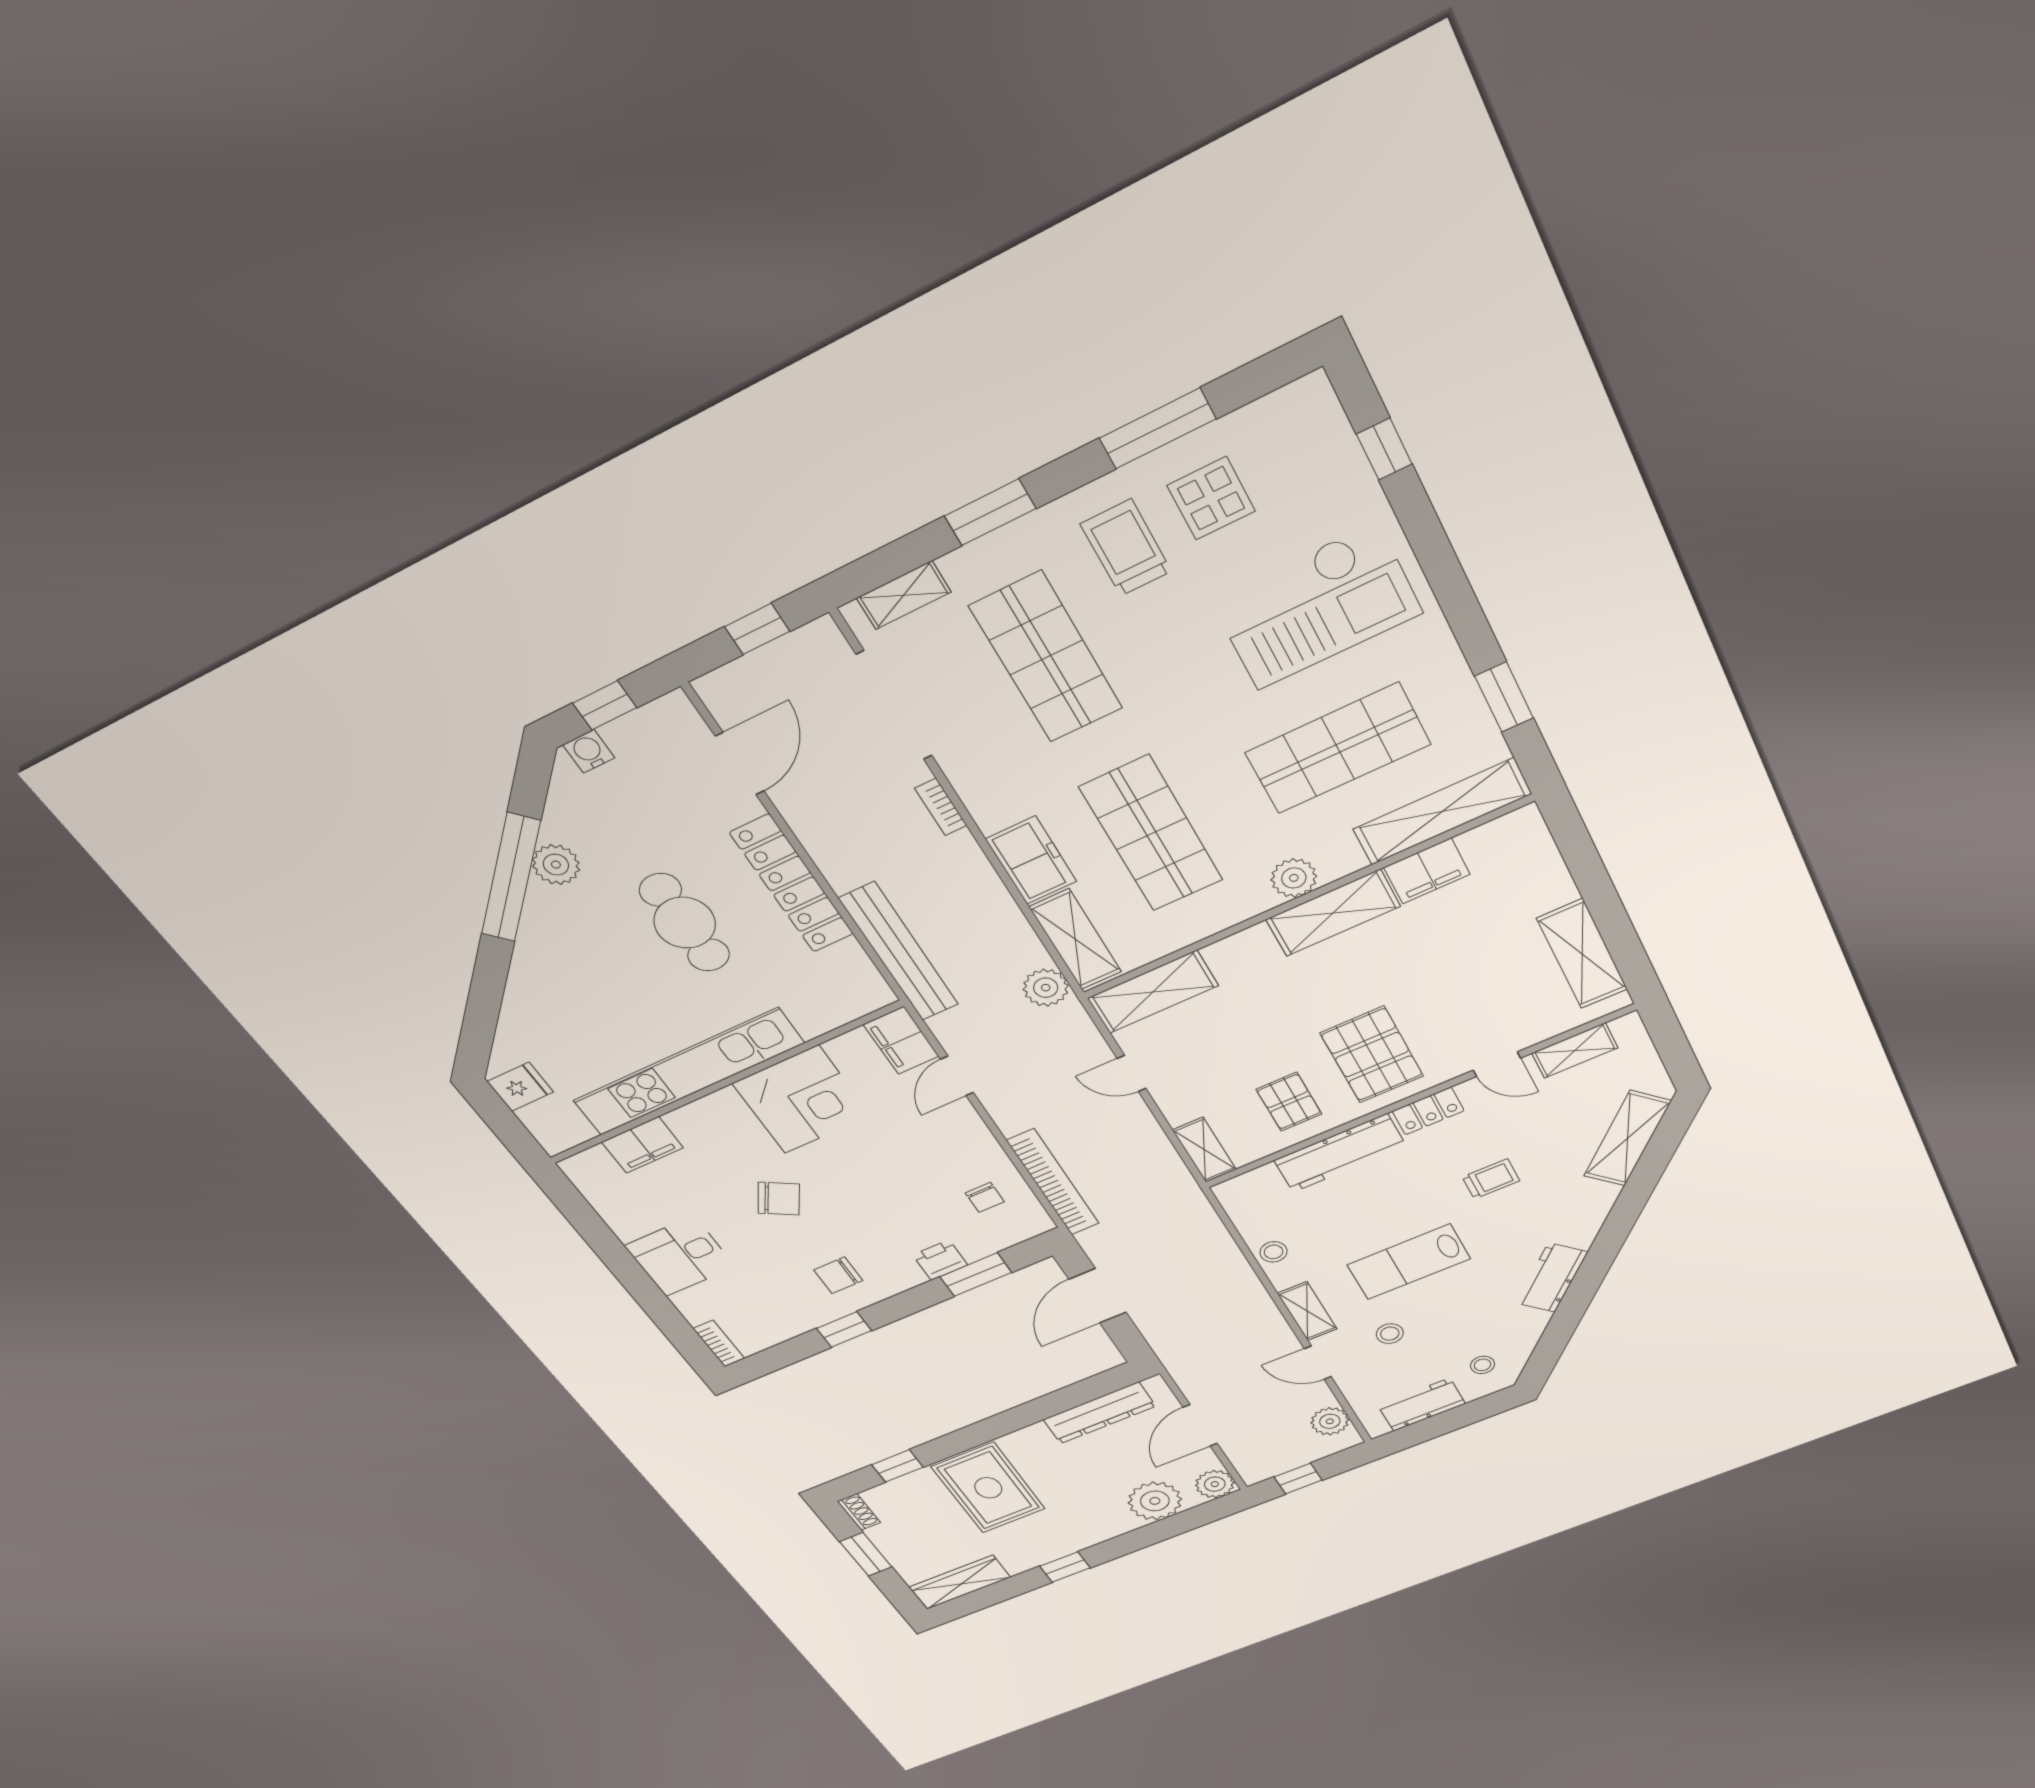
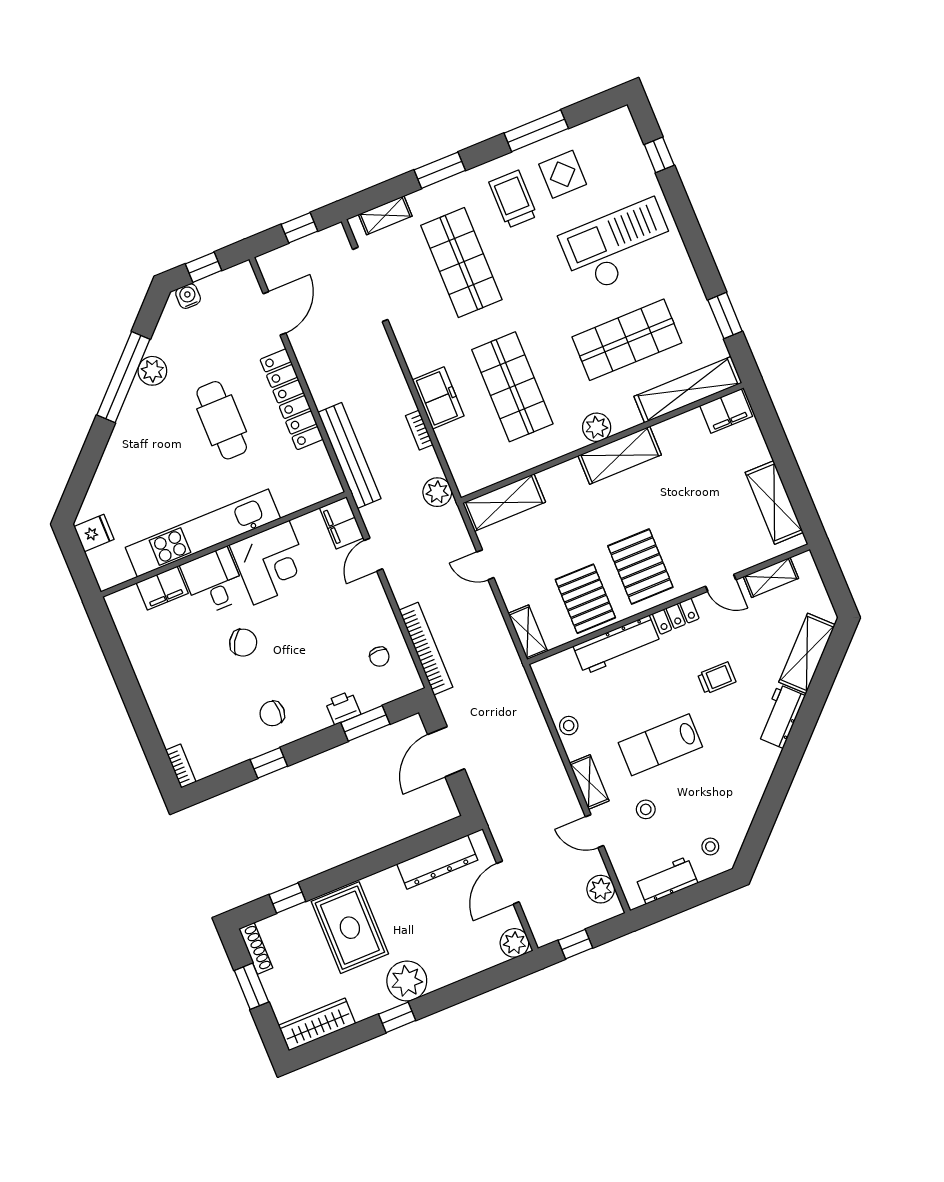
checkout: (1317, 607) -> (618, 246), turned 180
bookcase: (941, 807) -> (419, 430), moved
filing cabinet: (1427, 871) -> (726, 411), moved
shelving: (1075, 939) -> (459, 458), removed
pallet: (1289, 1102) -> (585, 599), width x1.50, depth x1.42
desk: (680, 1256) -> (214, 581), moved, turned 90
workbench: (1552, 1278) -> (781, 716), moved
plant: (1155, 1501) -> (407, 981), moved
shoe rack: (859, 1512) -> (256, 948), width x1.43

